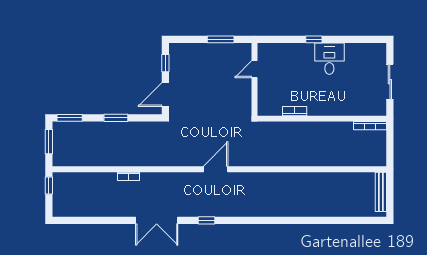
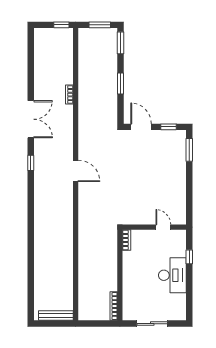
window: (221, 39) -> (189, 150), moved
desk: (329, 59) -> (172, 275), width x1.37
door: (255, 69) -> (163, 227), moved
wall: (255, 79) -> (154, 227), moved
double door: (157, 220) -> (31, 119), swing flipped

